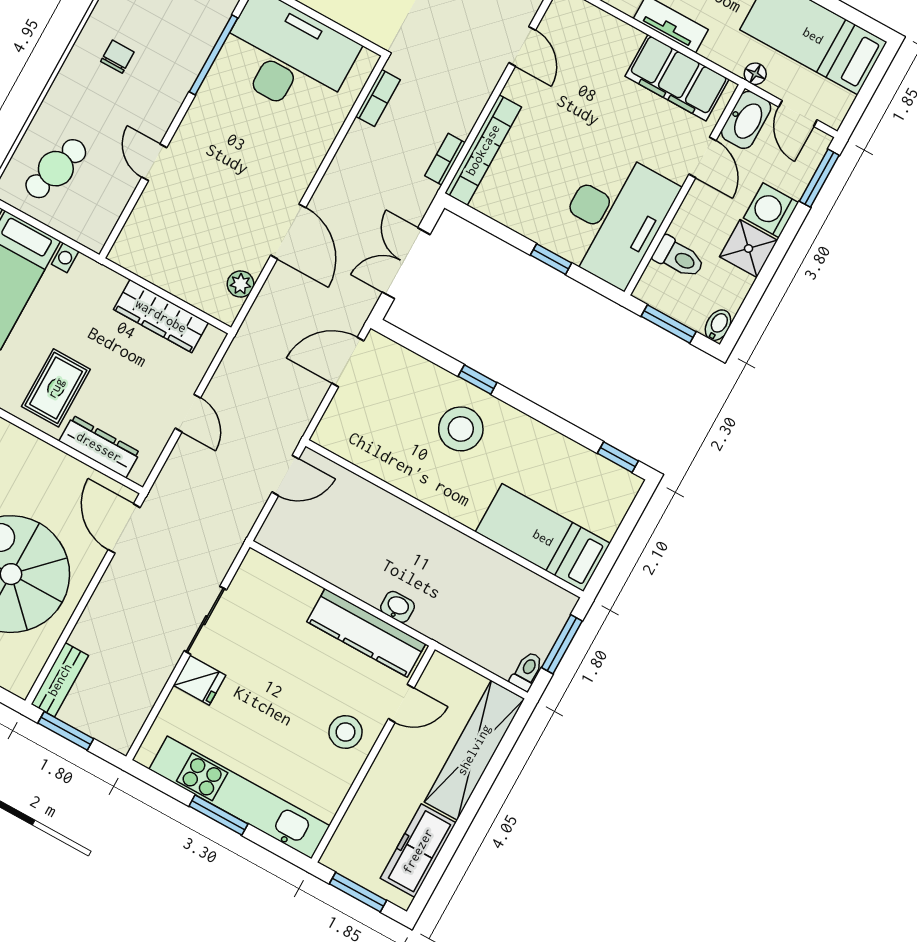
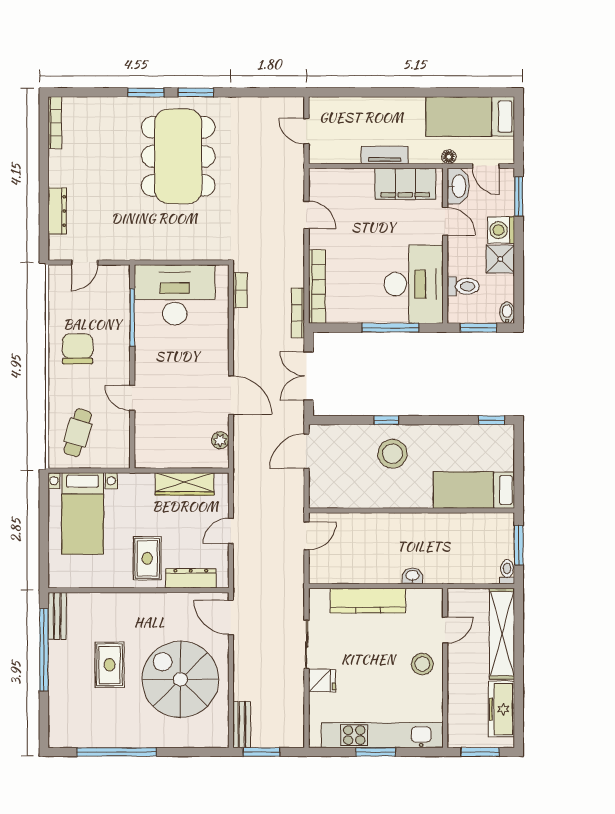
chair: (117, 57) -> (78, 349), width x1.87, depth x1.87
bookcase: (445, 159) -> (298, 313), width x1.56
window: (551, 259) -> (390, 328), width x2.17
door: (188, 413) -> (231, 531), swing flipped
kitchen counter: (366, 633) -> (368, 601), moved

